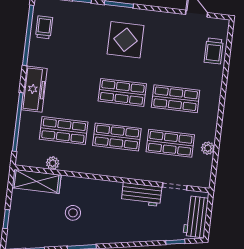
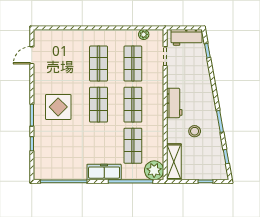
trolley: (44, 27) -> (56, 170), removed
trolley: (214, 51) -> (59, 39), removed
plant: (208, 148) -> (144, 34), moved
plant: (53, 163) -> (154, 170), moved, width x1.87, depth x1.87
workbench: (141, 194) -> (174, 103), moved

